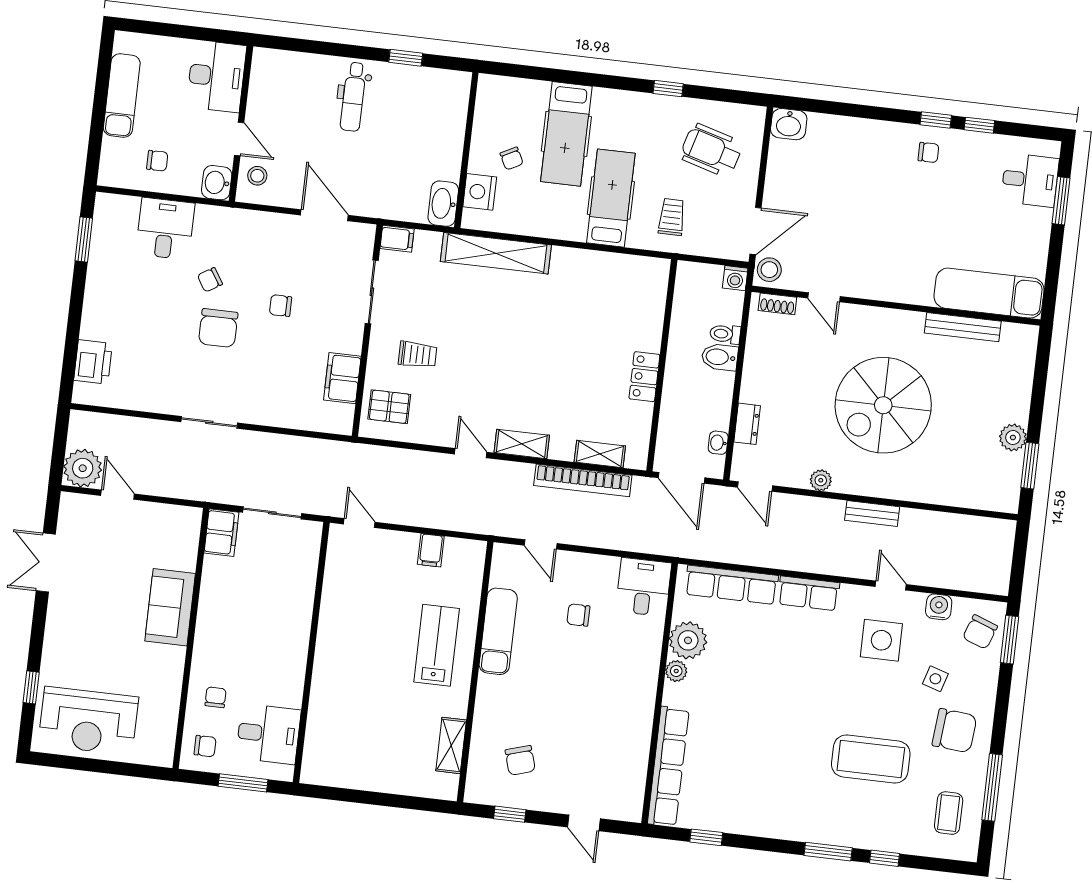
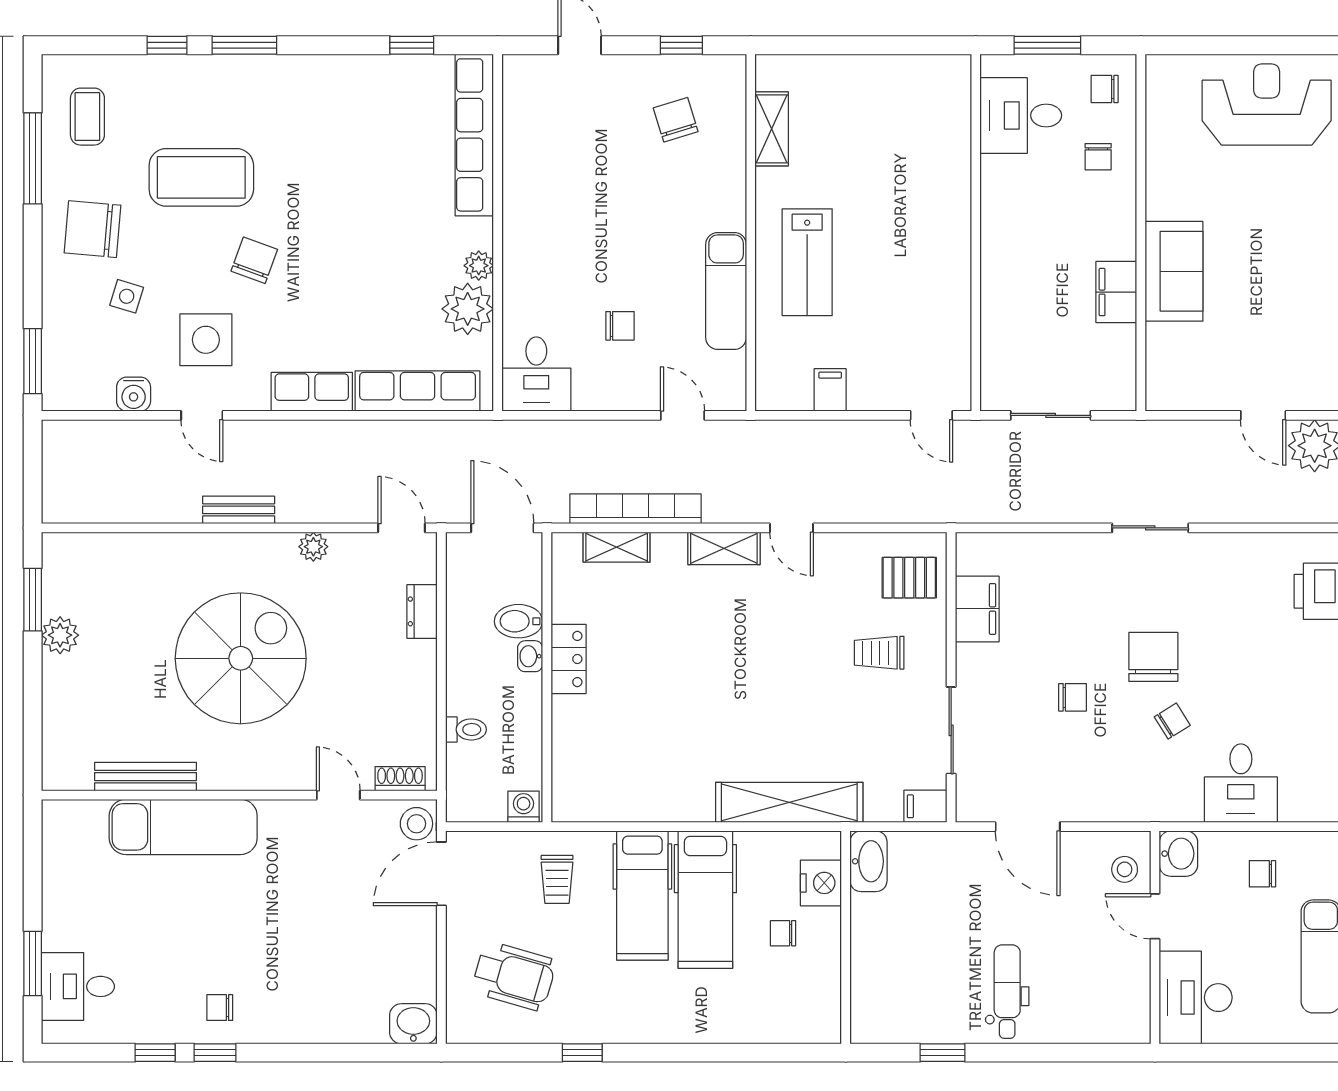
hospital bed: (566, 134) -> (705, 900), moved, turned 180
chair: (512, 158) -> (783, 933), turned -63
washing machine: (735, 278) -> (524, 807), moved
exam couch: (989, 293) -> (183, 827), moved
bidet: (720, 357) -> (518, 621), moved, turned 180
washbasin: (718, 443) -> (530, 656), moved, turned 180
filing cabinet: (221, 533) -> (1116, 292), moved
chair: (980, 632) -> (254, 260), moved

